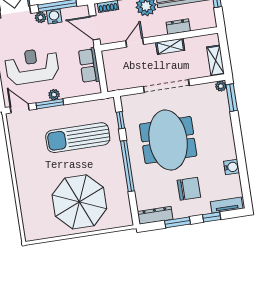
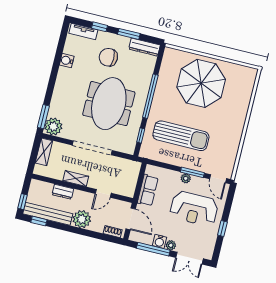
plant: (221, 86) -> (53, 126), width x1.87, depth x1.87

